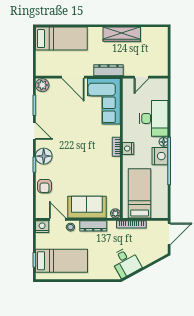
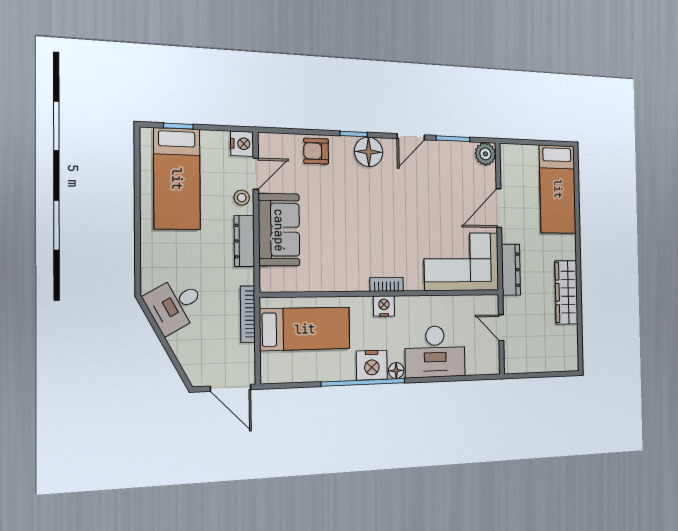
plant: (115, 213) -> (268, 284), removed

